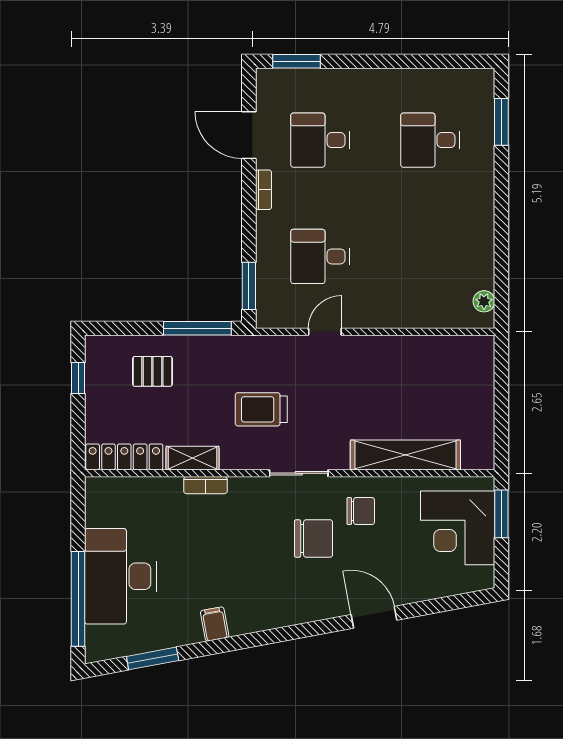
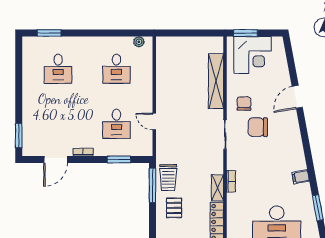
desk: (320, 140) -> (116, 69), moved
window: (249, 286) -> (119, 160), moved
trolley: (261, 409) -> (168, 178), moved
chair: (313, 539) -> (258, 127), turned -90

